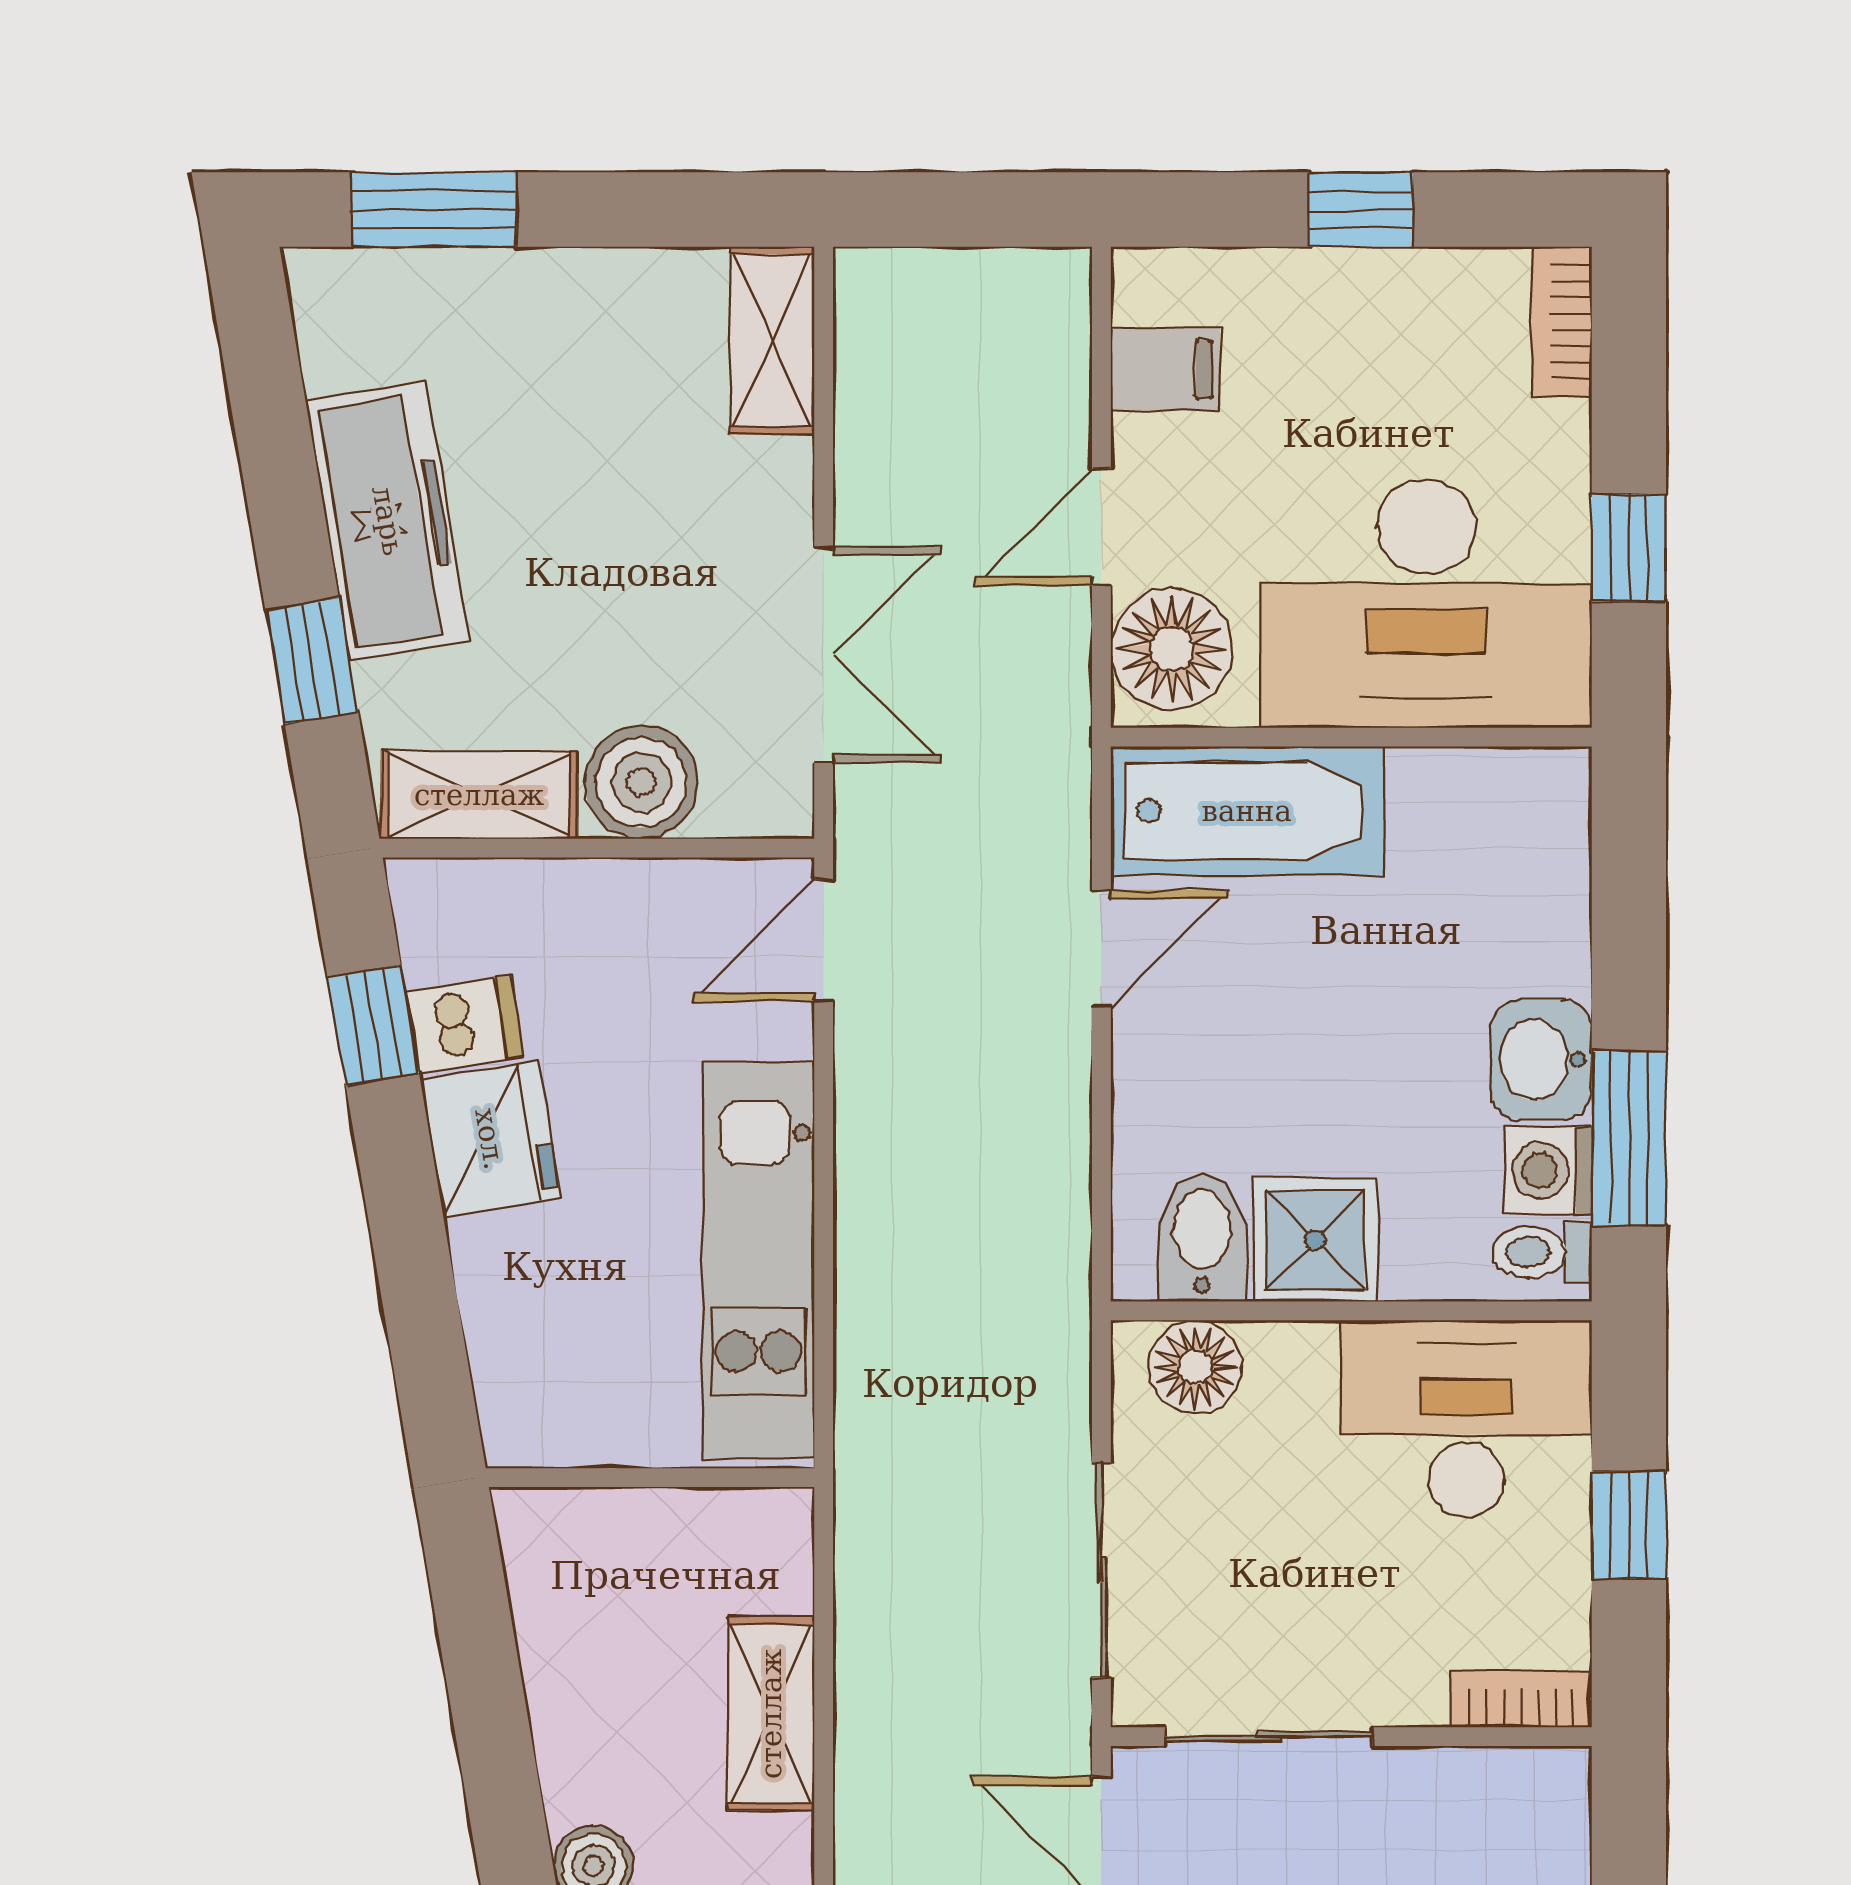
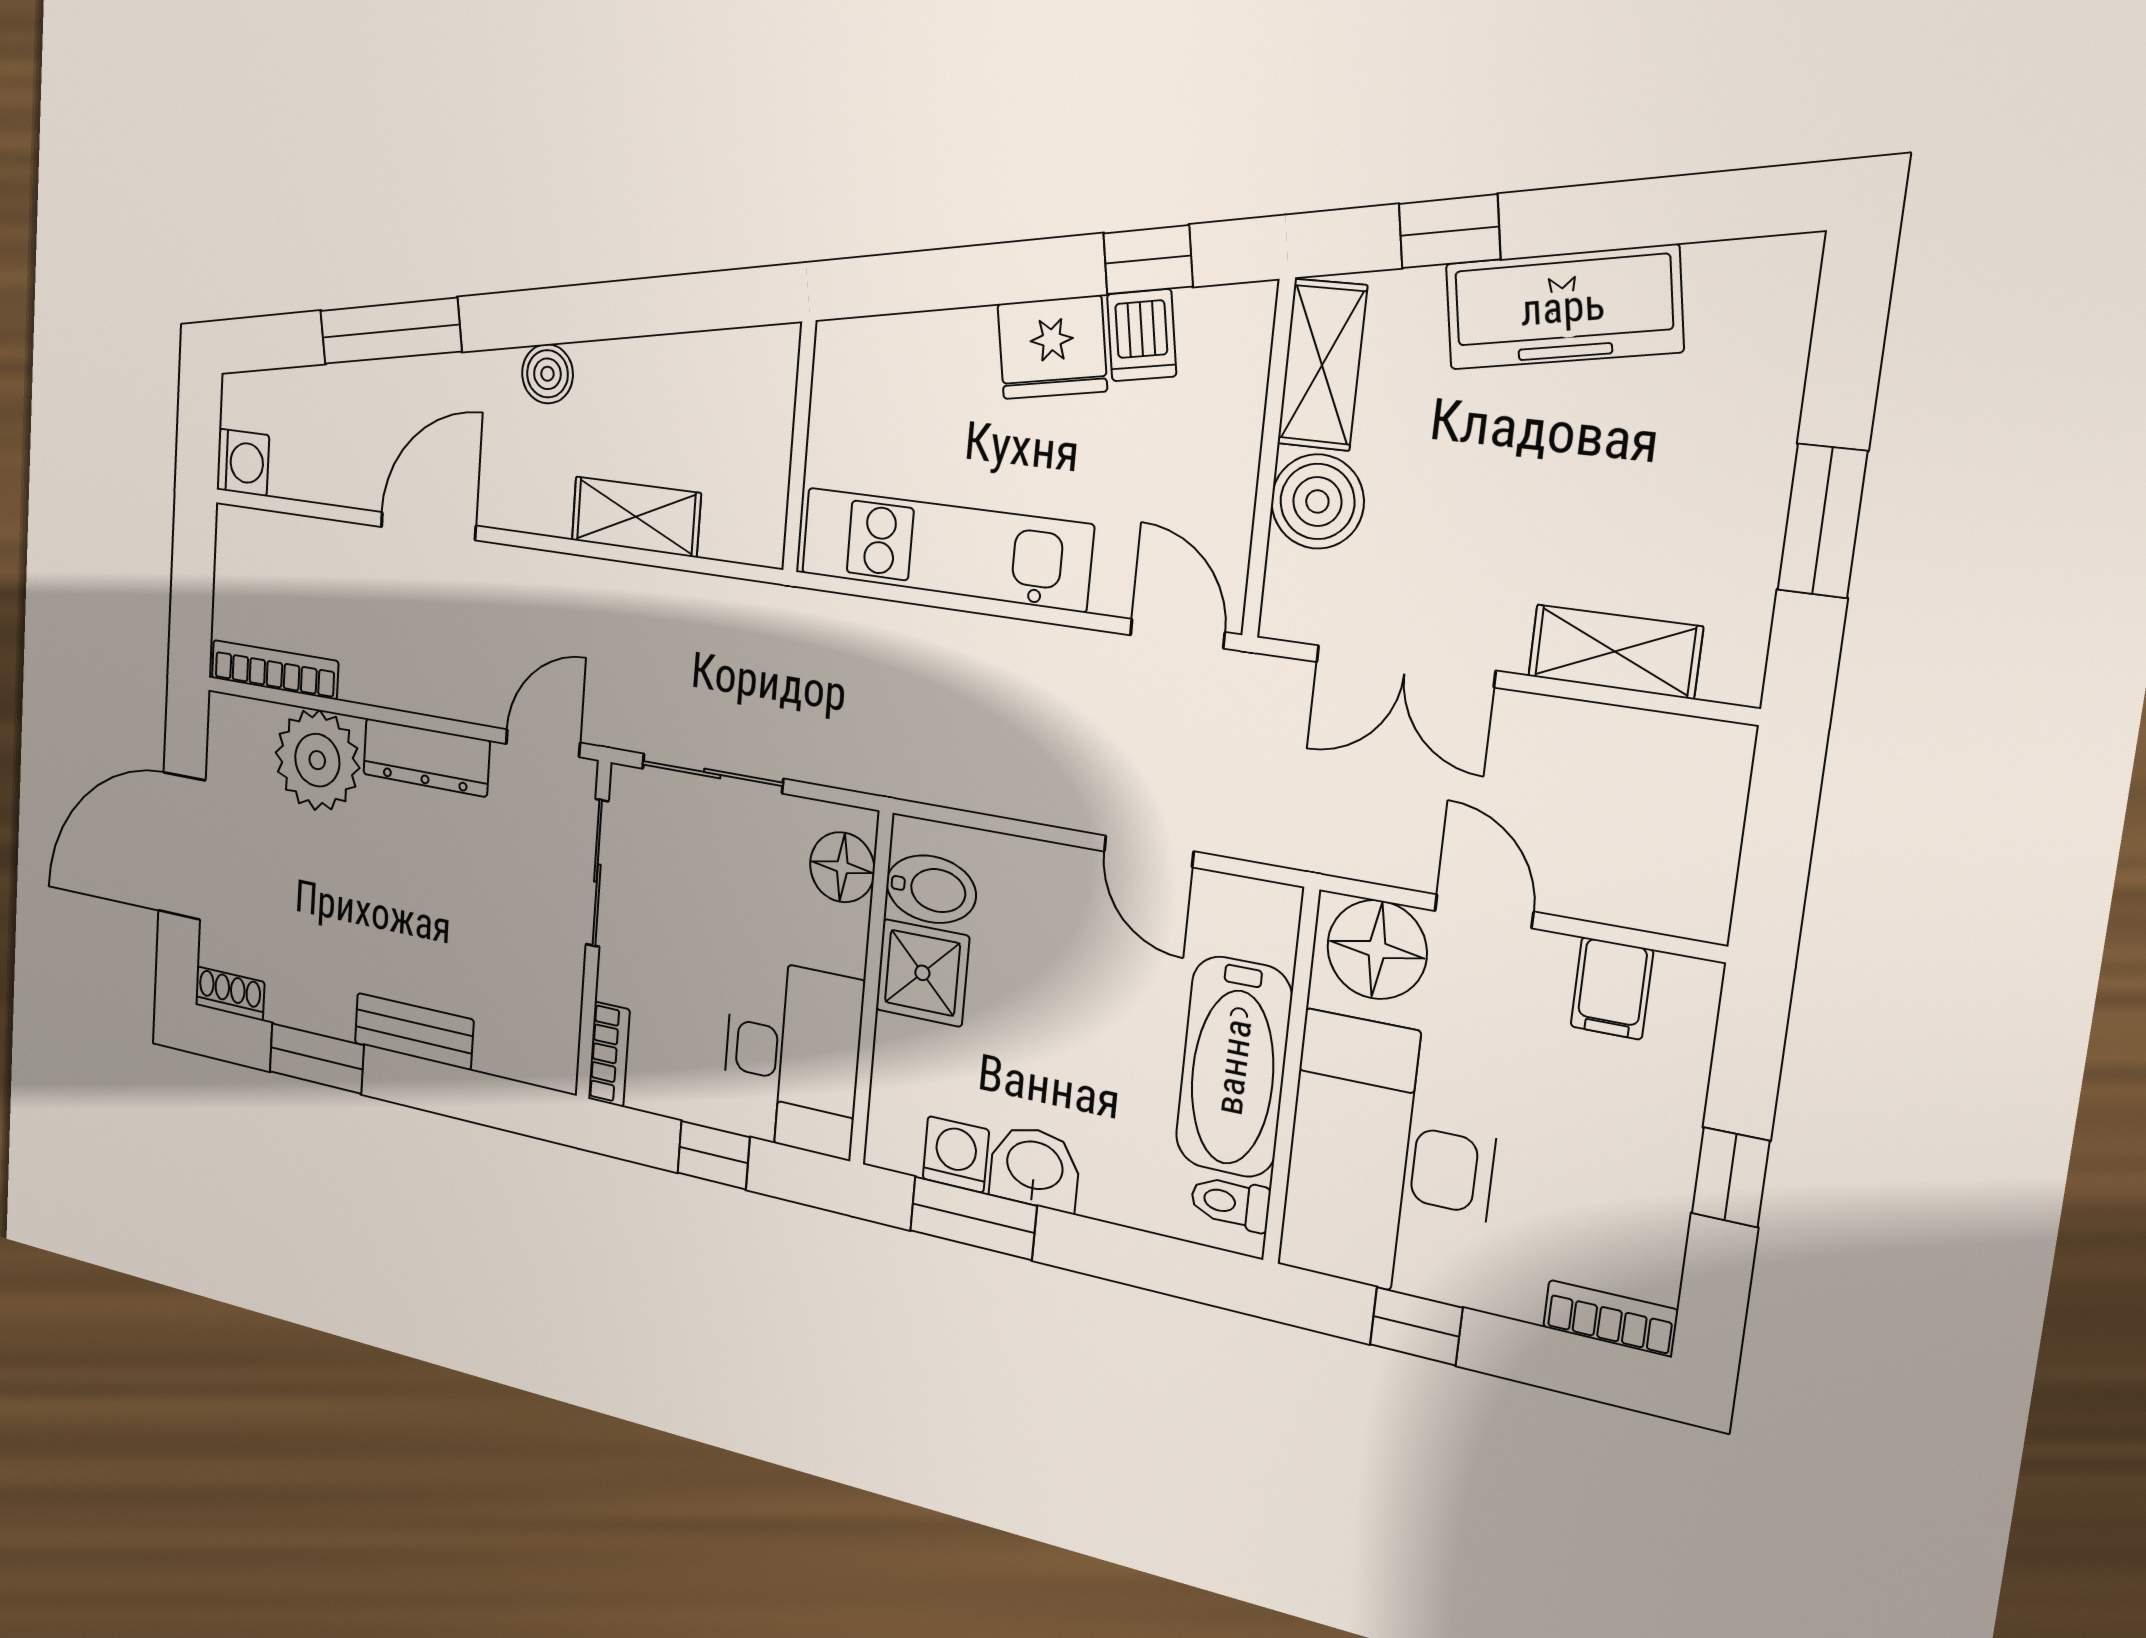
window: (434, 210) -> (1822, 521), moved
shelving: (772, 341) -> (1615, 652), moved
bathtub: (1247, 811) -> (1234, 1067), moved
toilet: (1542, 1252) -> (1230, 1203), moved, turned -90

